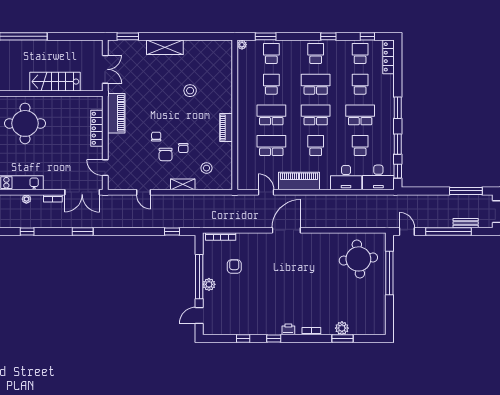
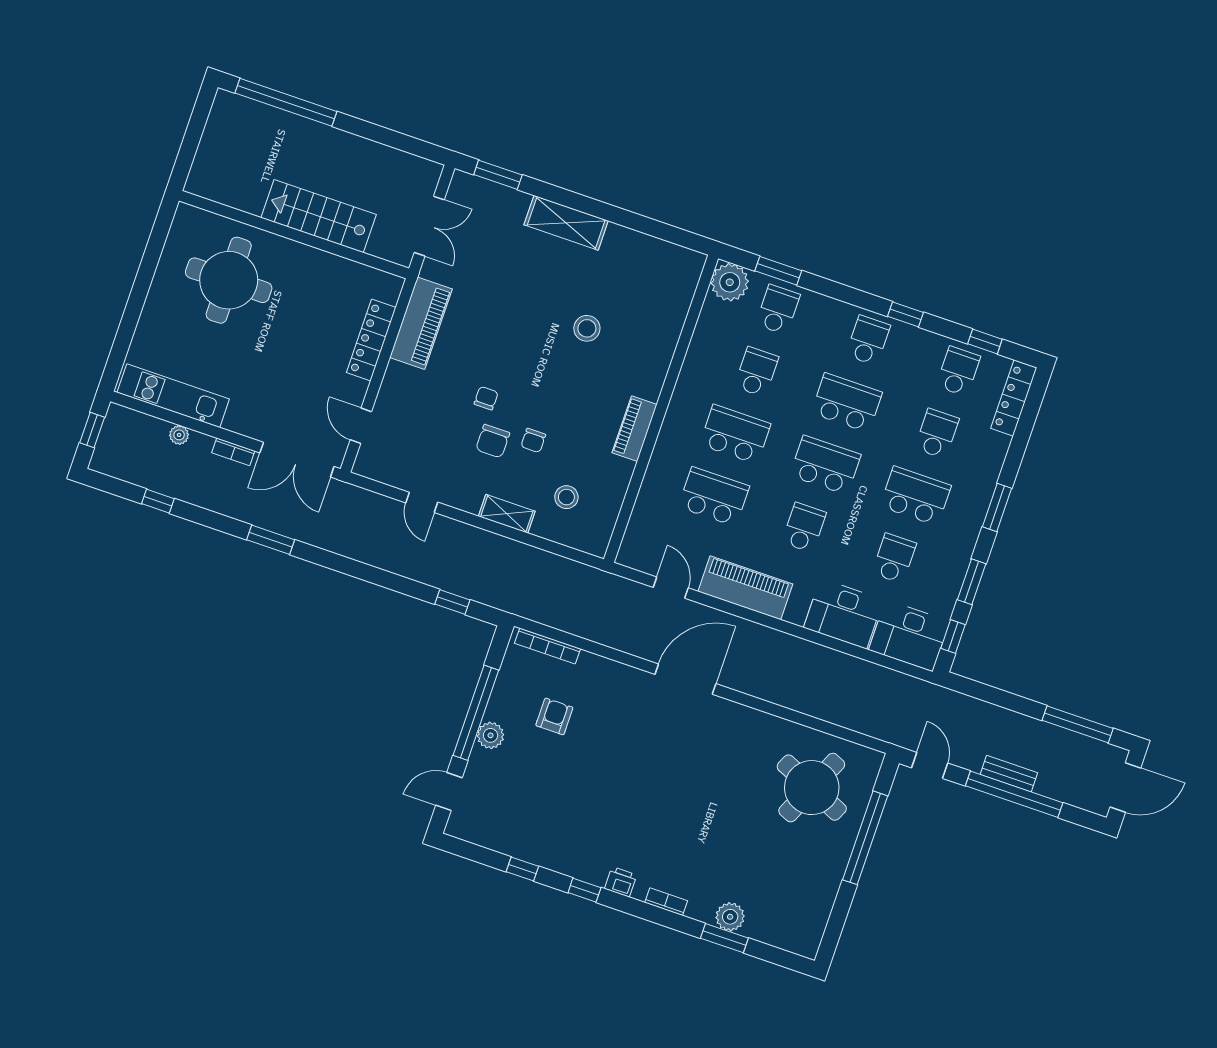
plant: (242, 45) -> (730, 282), width x1.88, depth x1.88
bench: (466, 223) -> (1009, 774), moved
round table: (358, 259) -> (812, 788), turned 30

